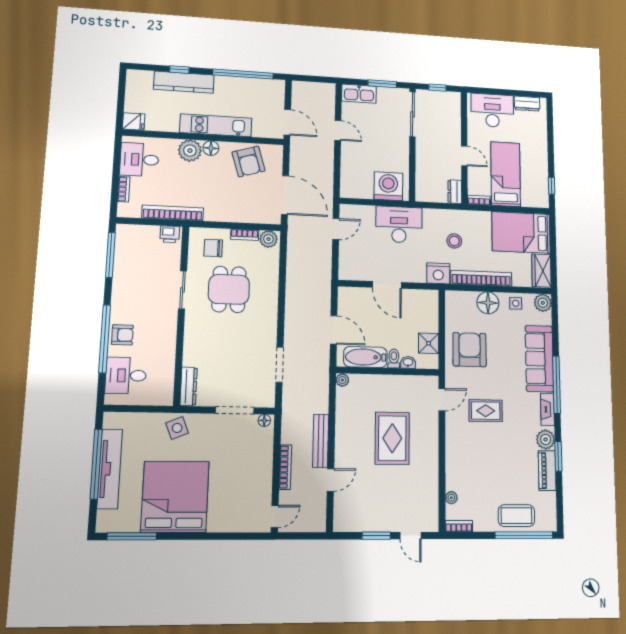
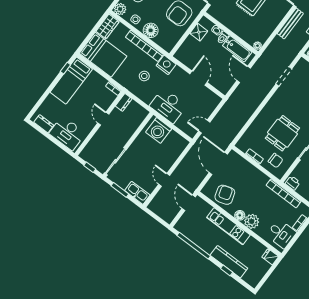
bed: (506, 174) -> (71, 81), moved
plant: (269, 239) -> (244, 146), removed

